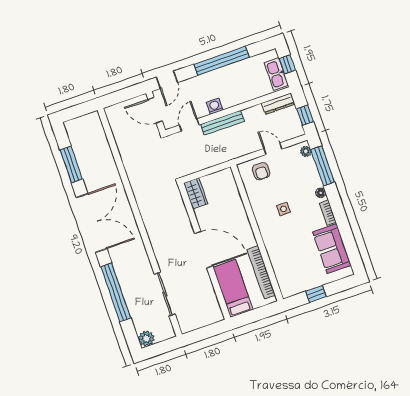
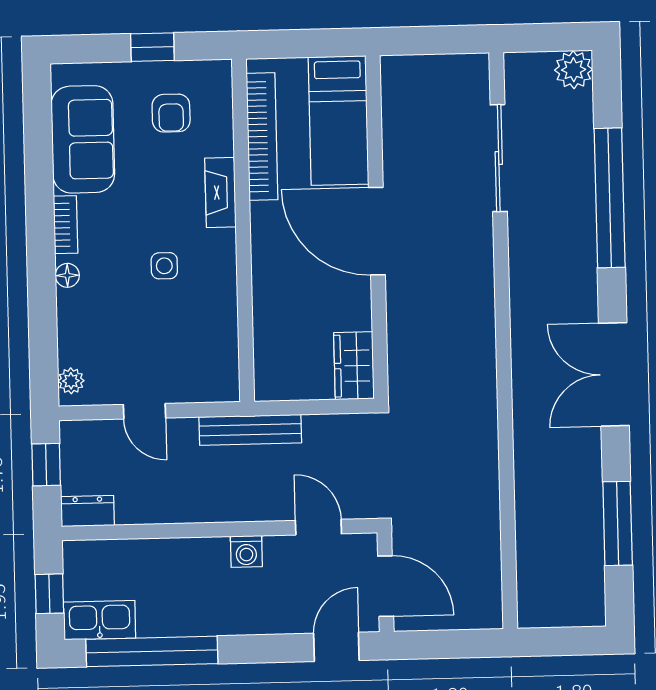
window: (222, 61) -> (152, 651), moved
kitchen sink: (276, 74) -> (100, 620), moved, turned -90
dresser: (278, 104) -> (88, 511), width x0.70
bench: (222, 123) -> (250, 430), moved
door: (189, 125) -> (318, 527), swing flipped
window: (323, 166) -> (43, 336), removed
armchair: (261, 171) -> (171, 113), moved, turned 180
double door: (92, 223) -> (614, 374), width x0.73
fireplace: (271, 245) -> (220, 192), added

